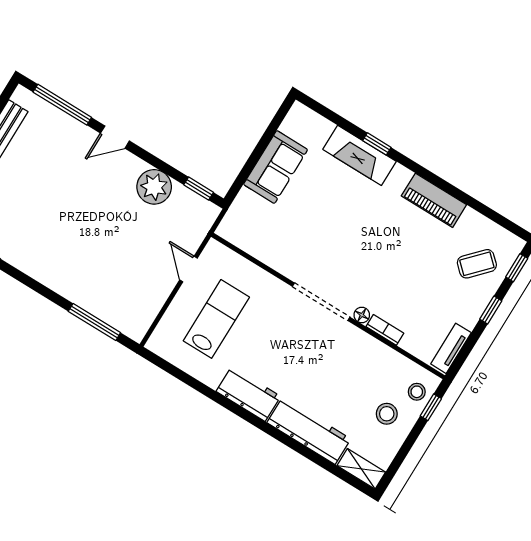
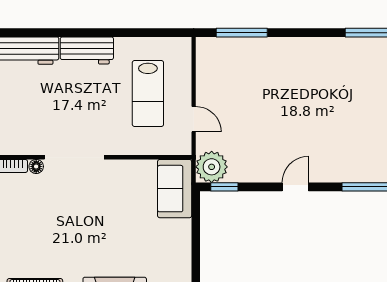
door: (115, 137) -> (295, 187), moved
sofa: (276, 167) -> (175, 189), moved
plant: (154, 187) -> (212, 167), moved

